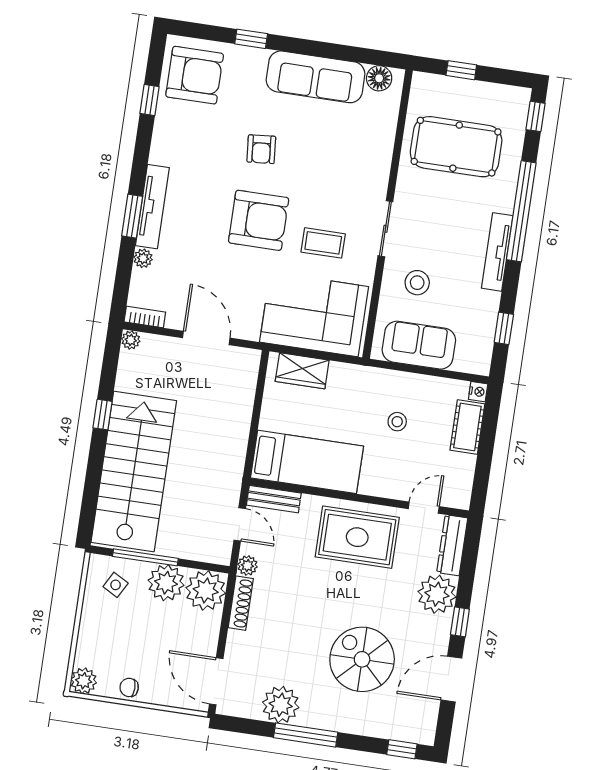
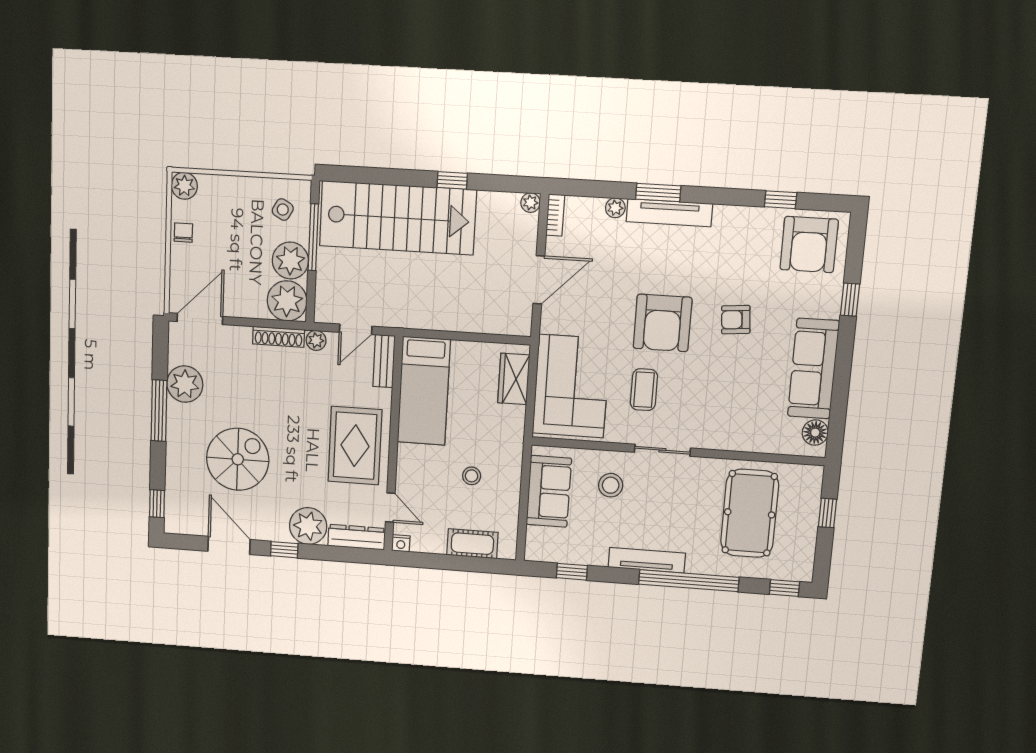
nightstand: (478, 392) -> (401, 543), moved

